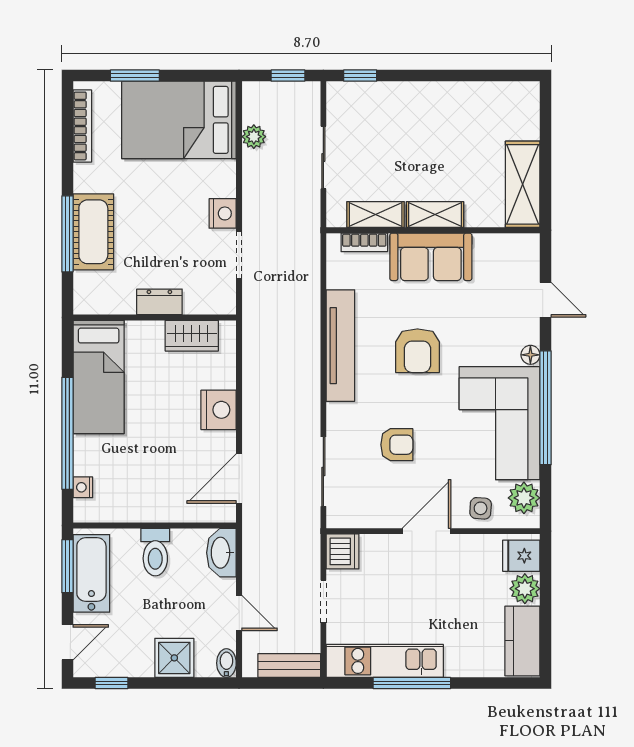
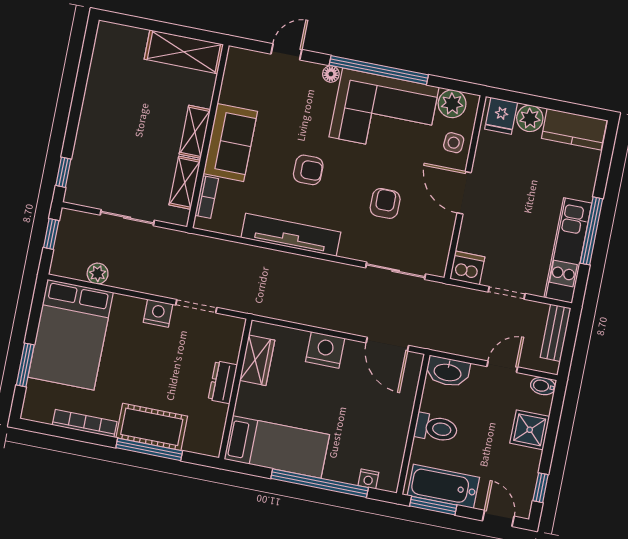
bookcase: (82, 126) -> (85, 423), moved
armchair: (417, 351) -> (308, 170), width x0.72, depth x0.72

